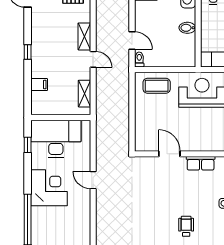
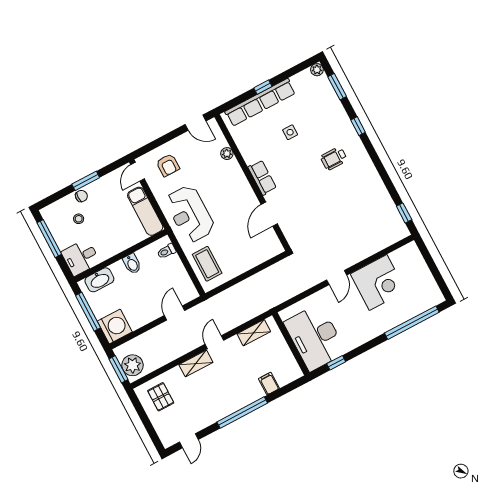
window: (28, 52) -> (242, 413), width x3.17
toilet: (139, 59) -> (166, 251), moved
corner desk: (49, 188) -> (378, 283), moved, turned 180

